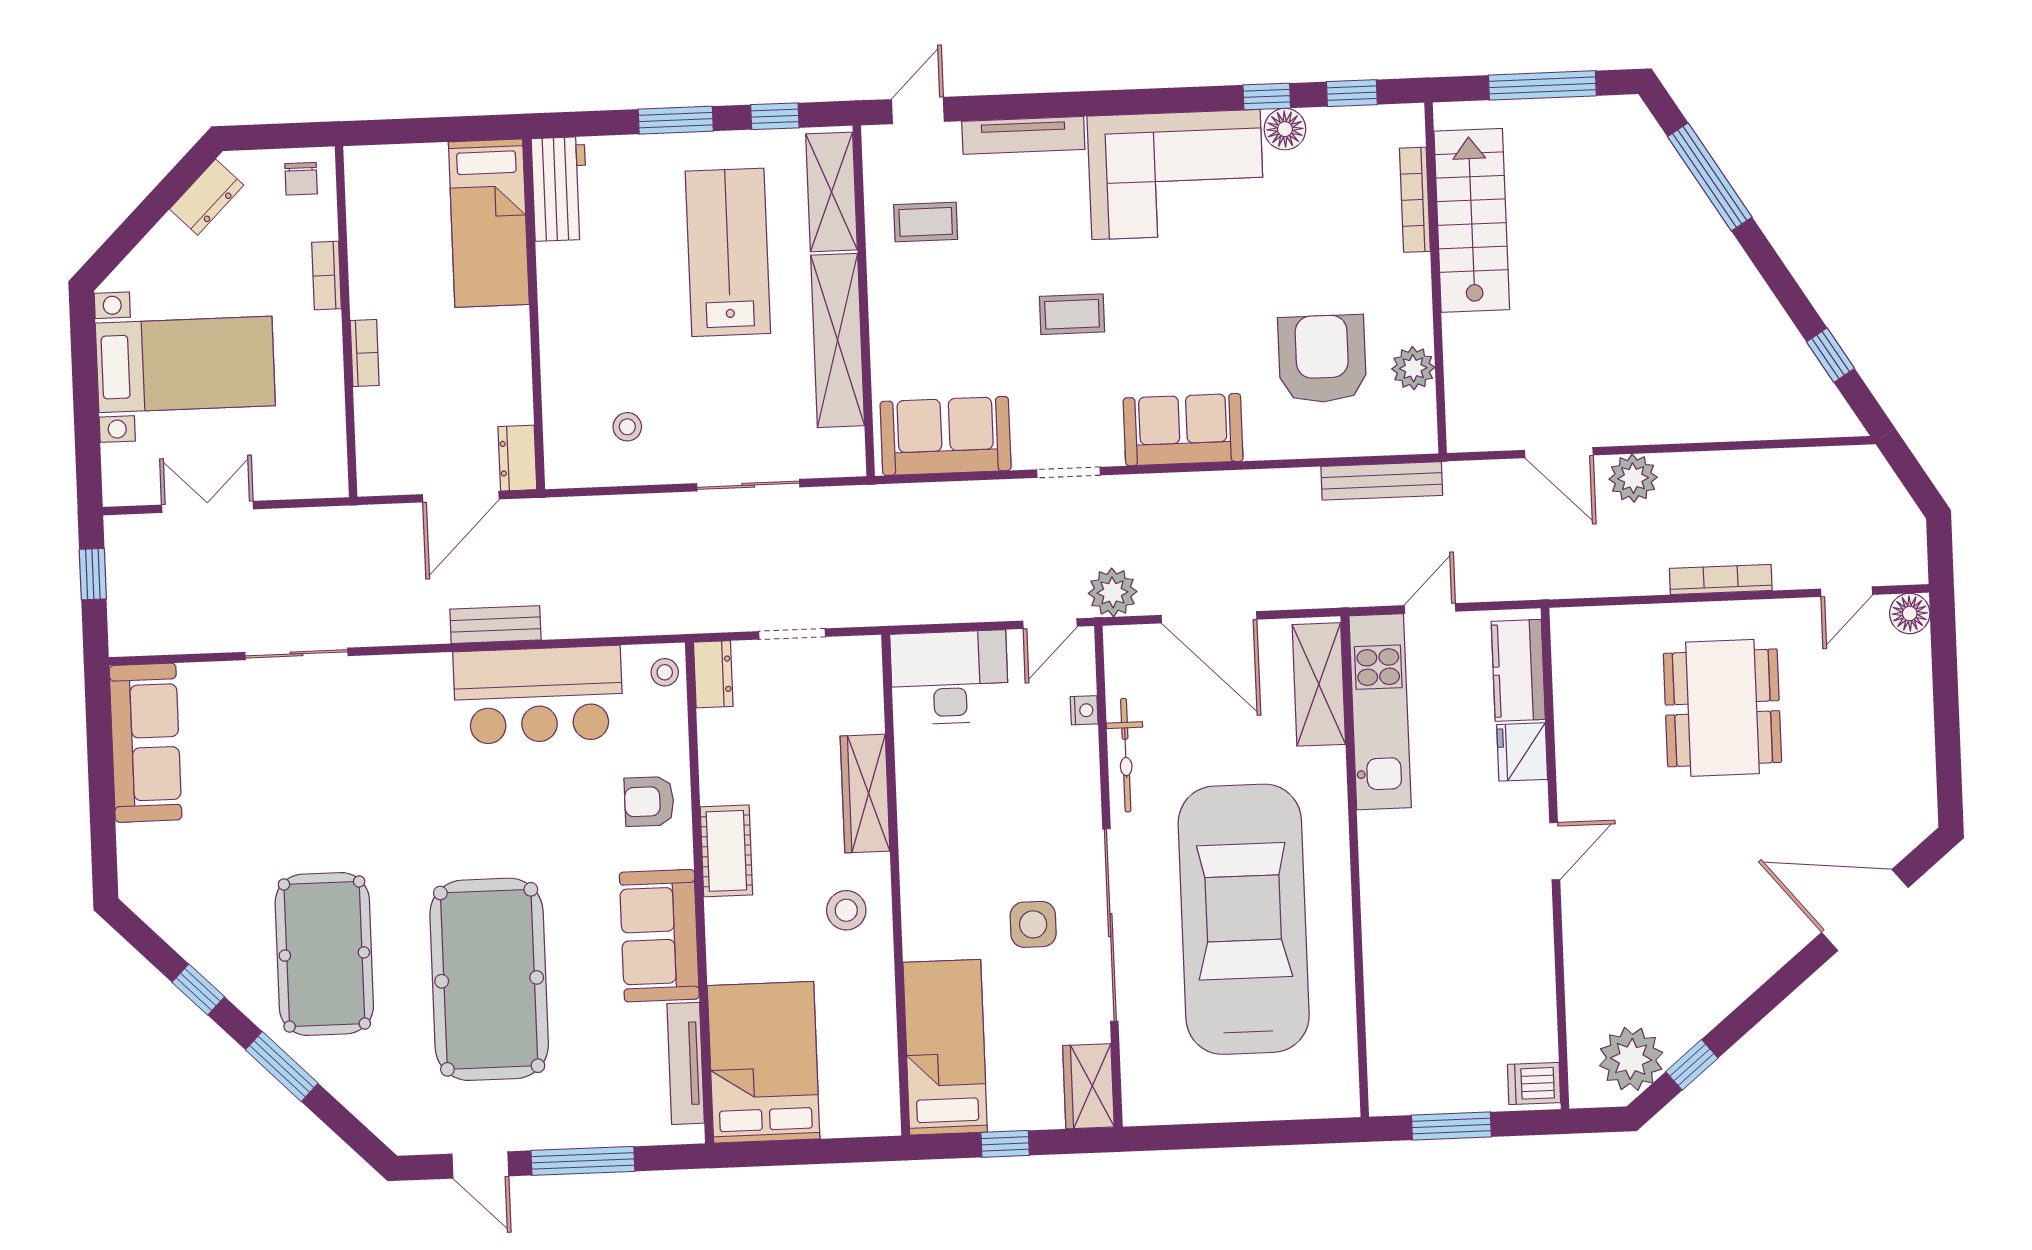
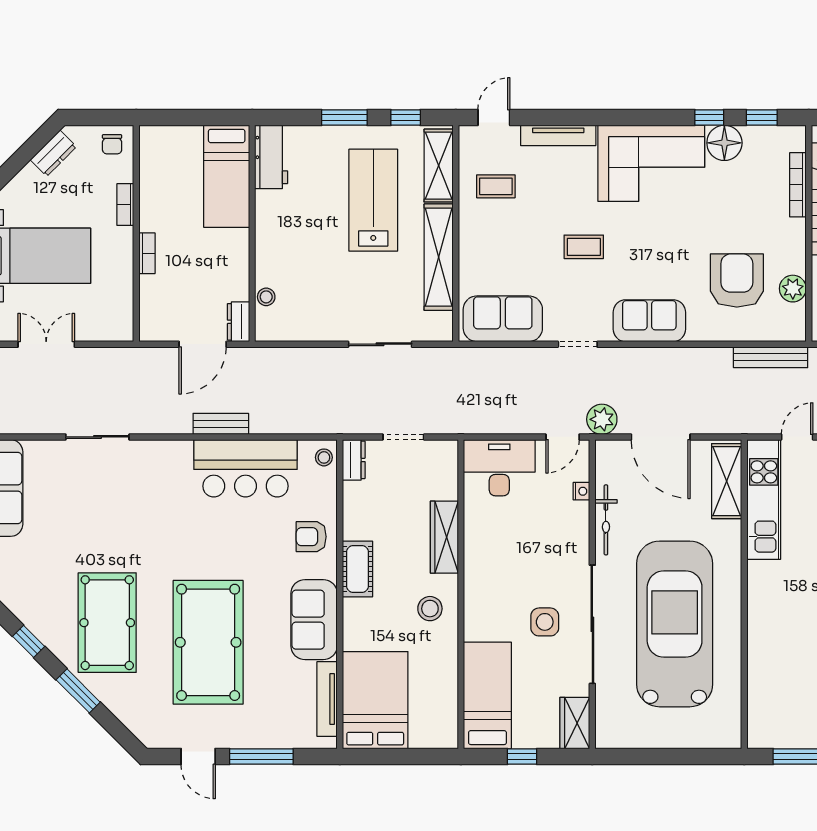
floor lamp: (1285, 129) -> (724, 143), width x1.38, depth x1.38
stool: (627, 427) -> (266, 297), moved

